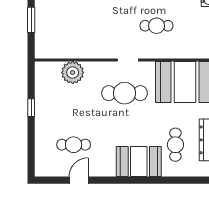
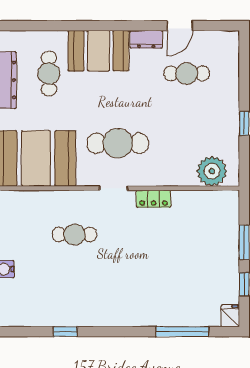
locker: (98, 52) -> (153, 199), added
plant: (73, 73) -> (212, 171), moved
dresser: (104, 170) -> (146, 39), added

